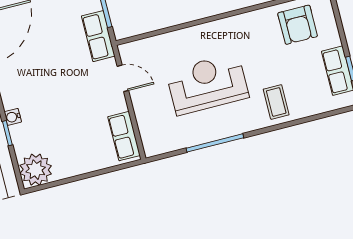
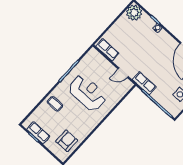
armchair: (298, 25) -> (67, 141), turned 90
reception desk: (207, 84) -> (87, 93), turned -90

